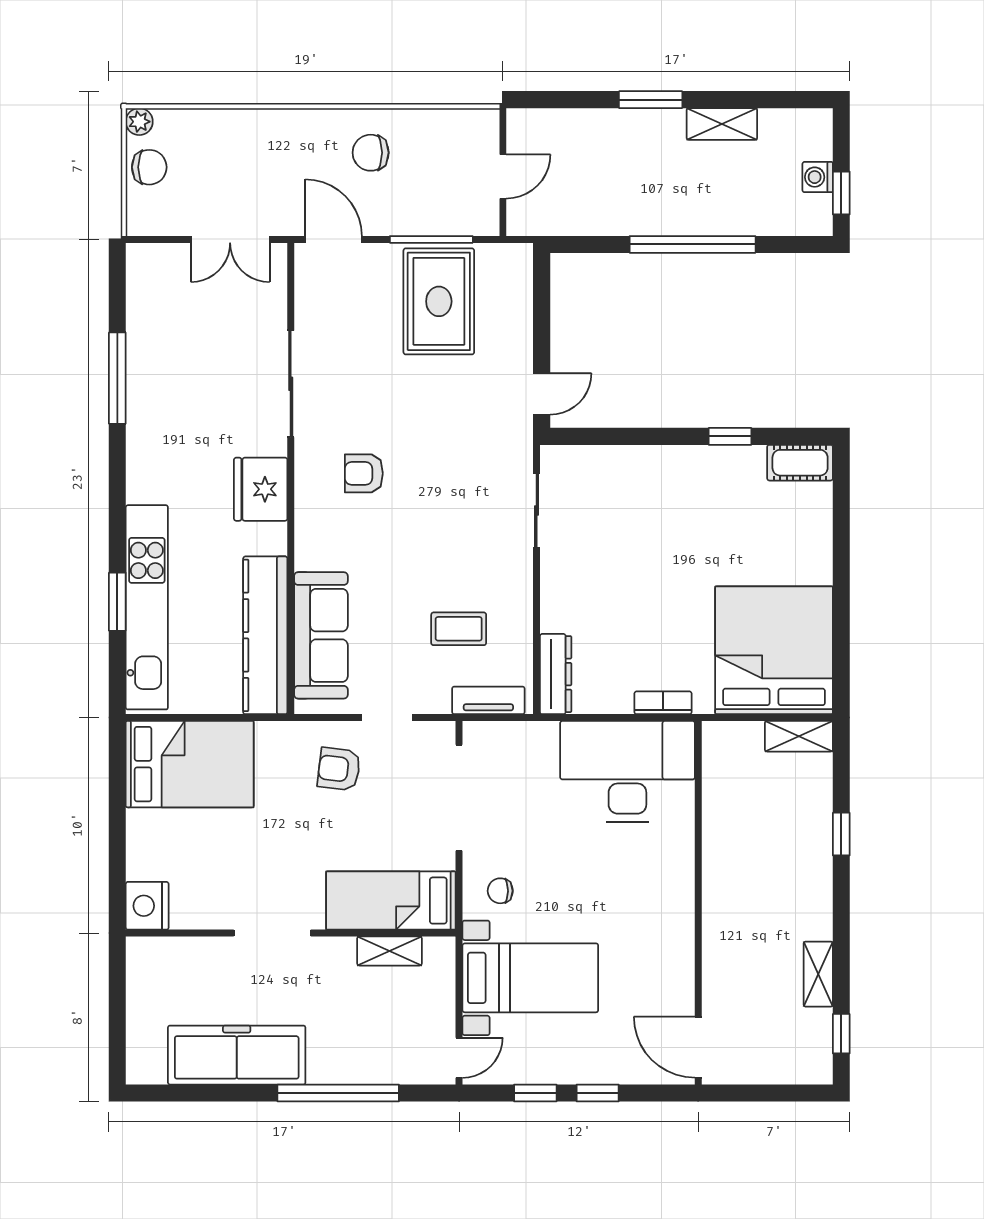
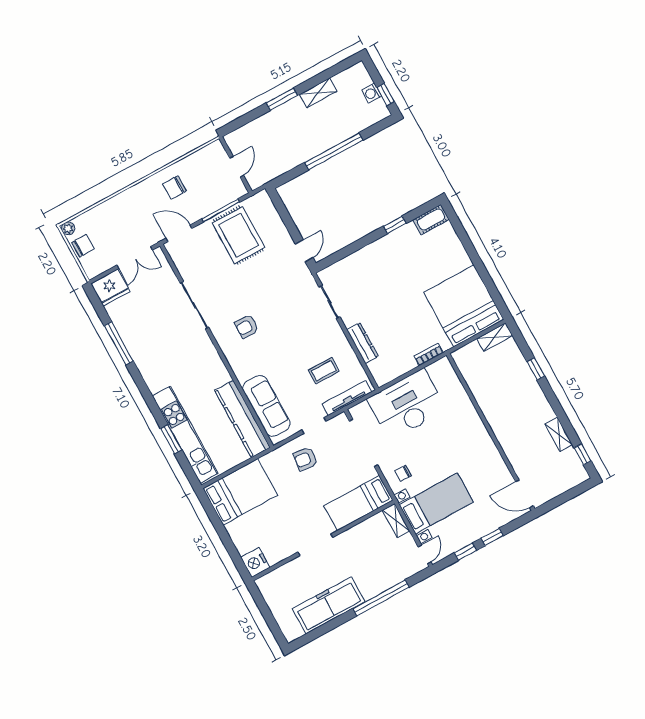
fridge: (261, 489) -> (110, 288), moved, turned -90
dresser: (556, 674) -> (363, 343), moved
tv unit: (488, 700) -> (347, 398), width x1.41
desk: (627, 771) -> (407, 405), moved
shelving: (390, 951) -> (396, 520), moved, turned 90

